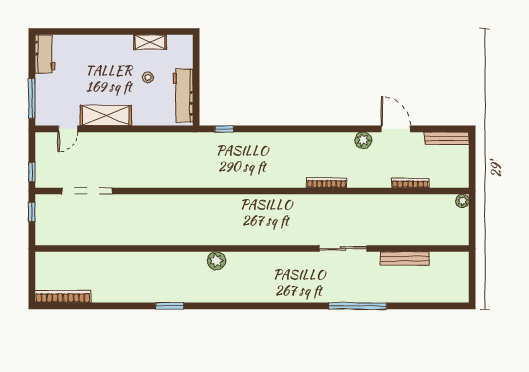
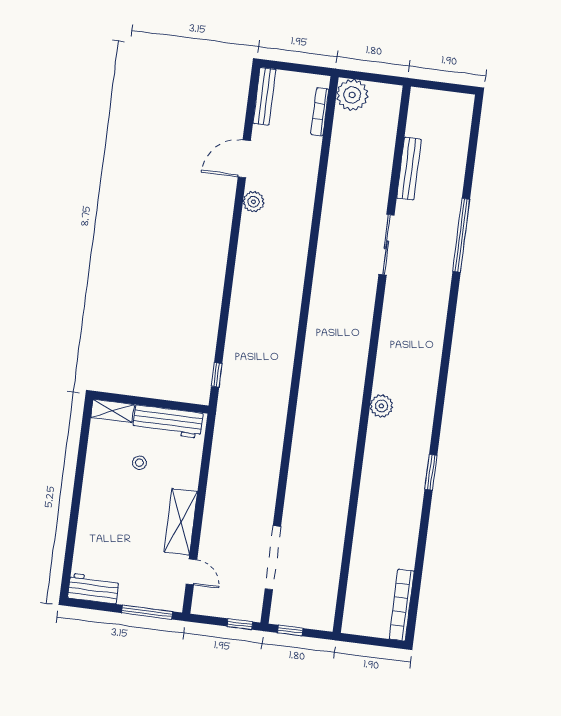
shelving: (150, 42) -> (112, 411), moved, turned 90
bookcase: (327, 183) -> (301, 255), removed
bookcase: (410, 183) -> (320, 112), moved
plant: (462, 201) -> (352, 95), width x1.87, depth x1.87

